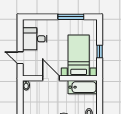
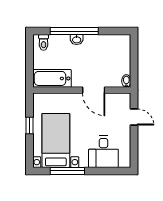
desk: (35, 39) -> (103, 152), moved, turned 90
bed with nightstands: (79, 56) -> (56, 140), moved, turned 180

